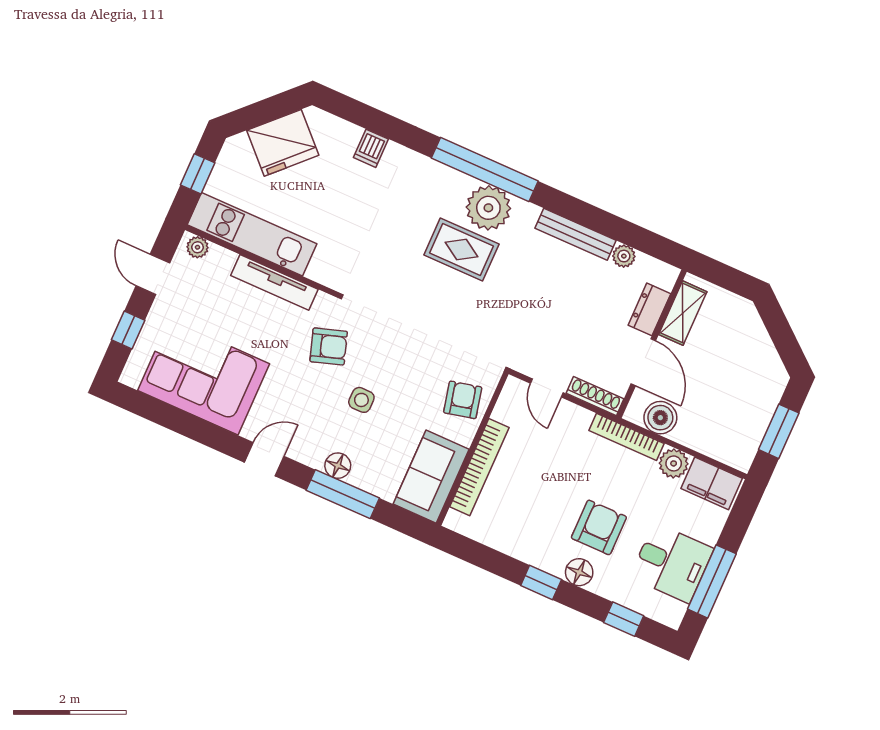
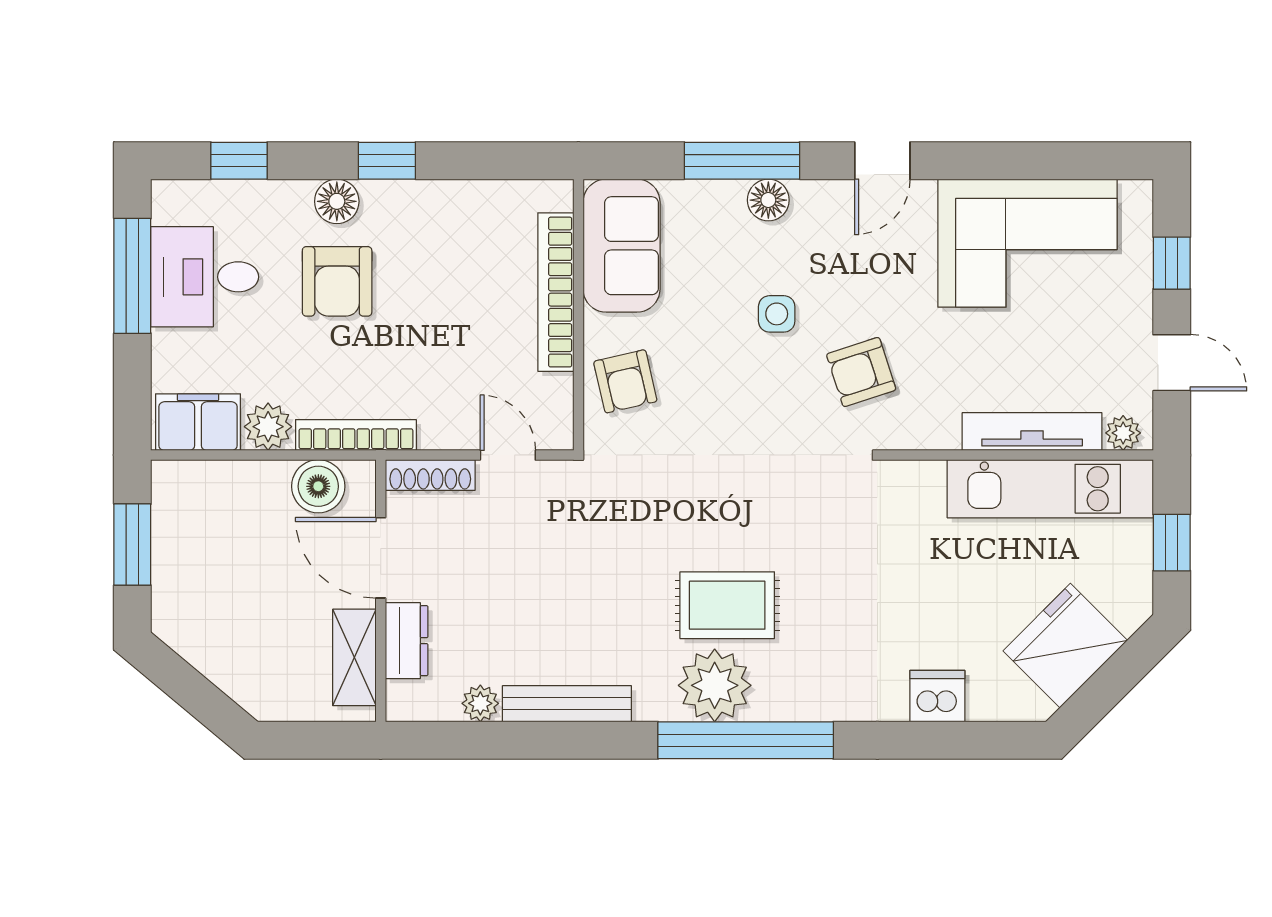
dishwasher: (371, 148) -> (937, 696), width x1.38
tv unit: (274, 282) -> (1032, 432), moved

